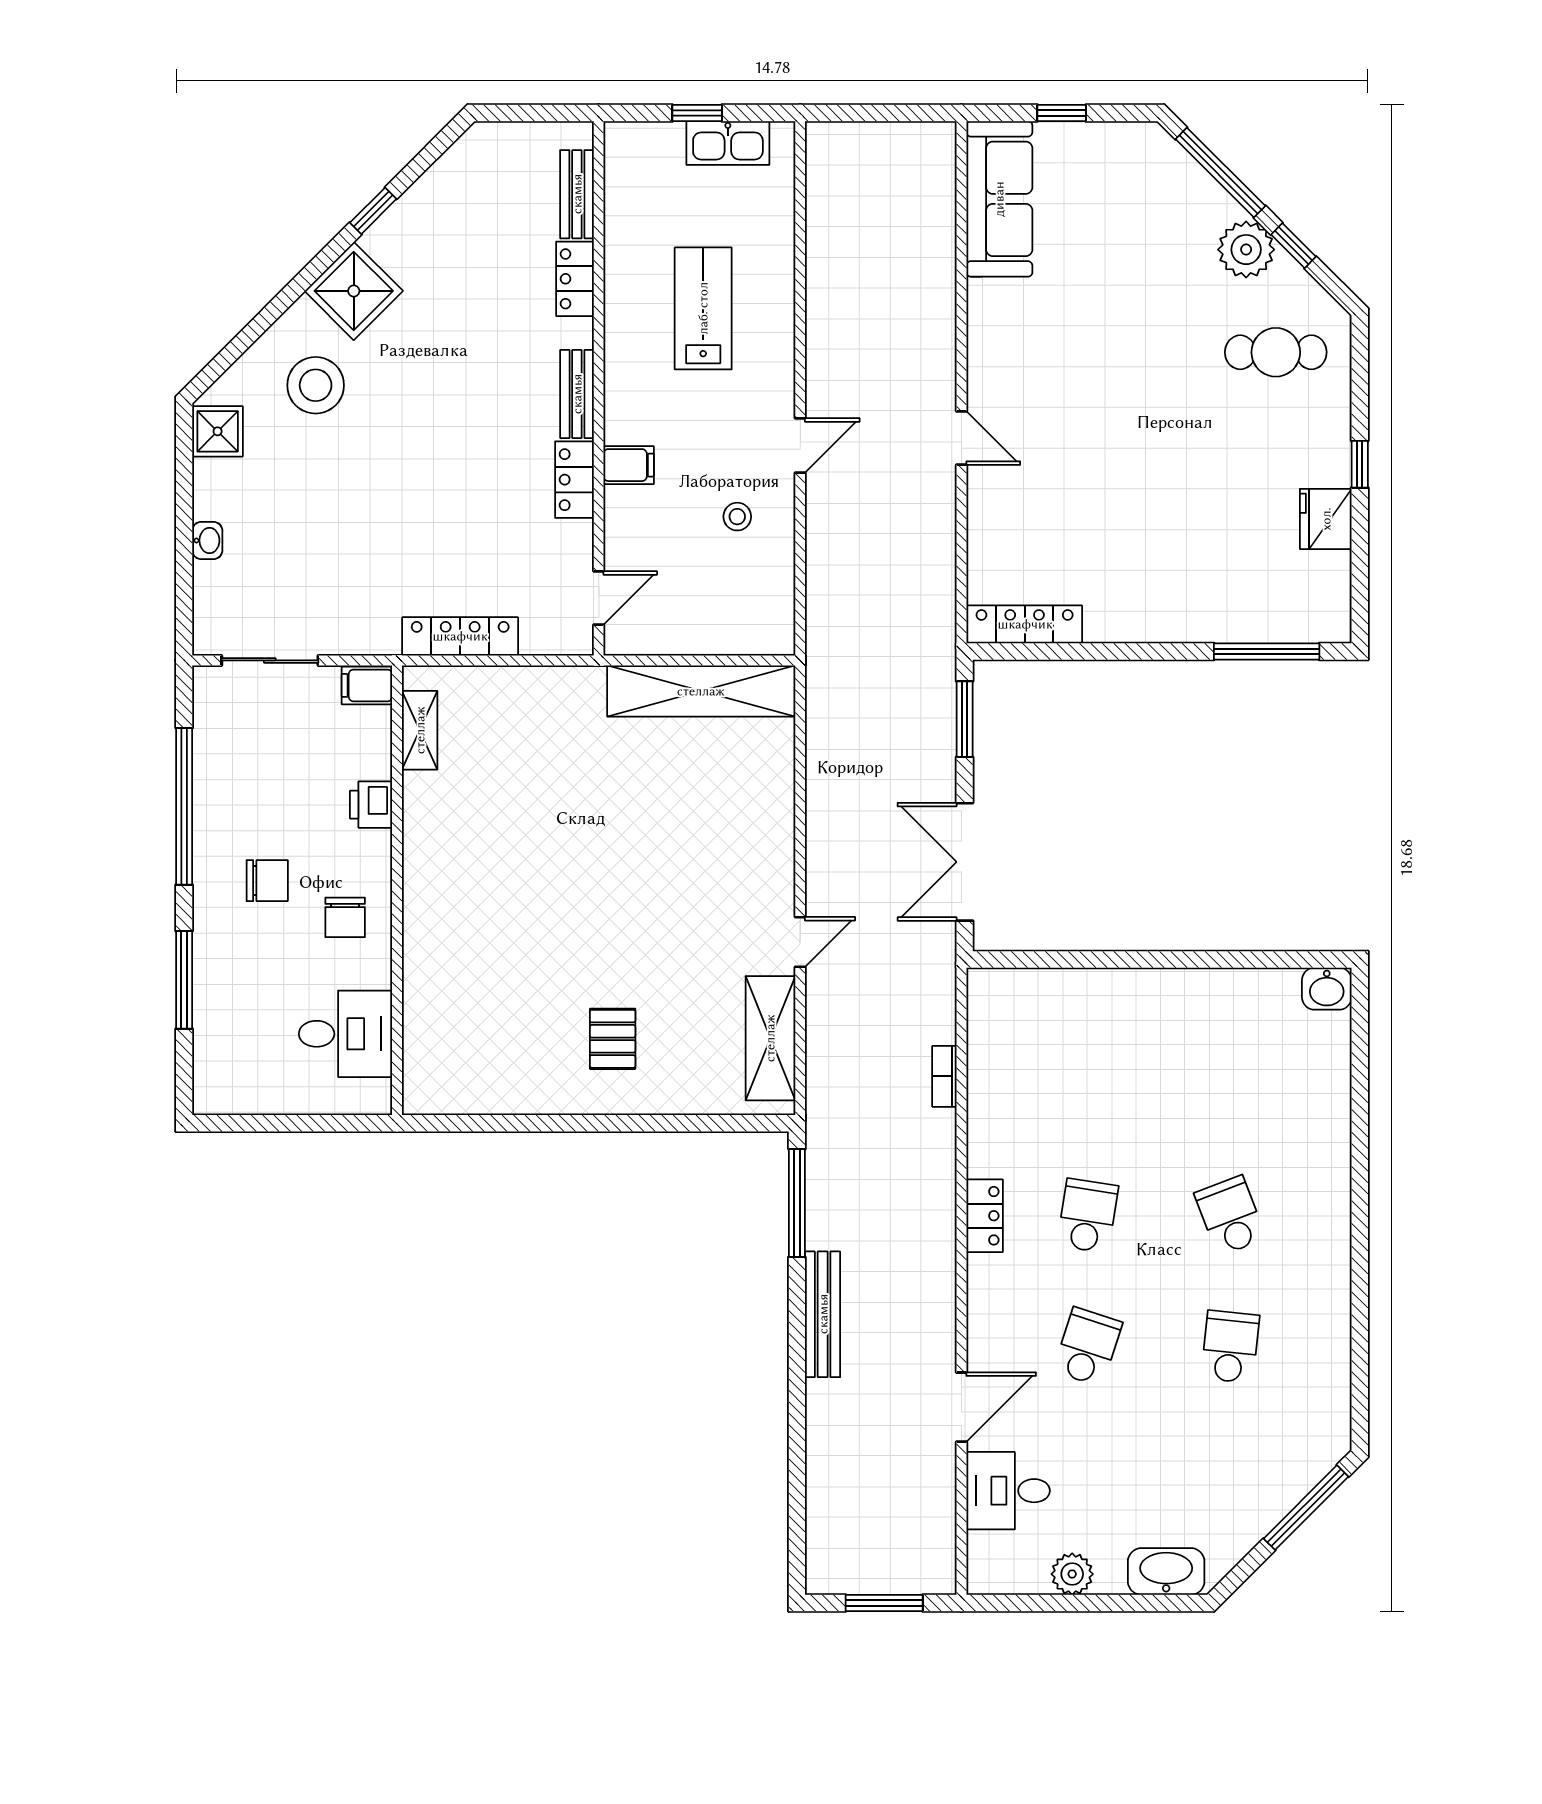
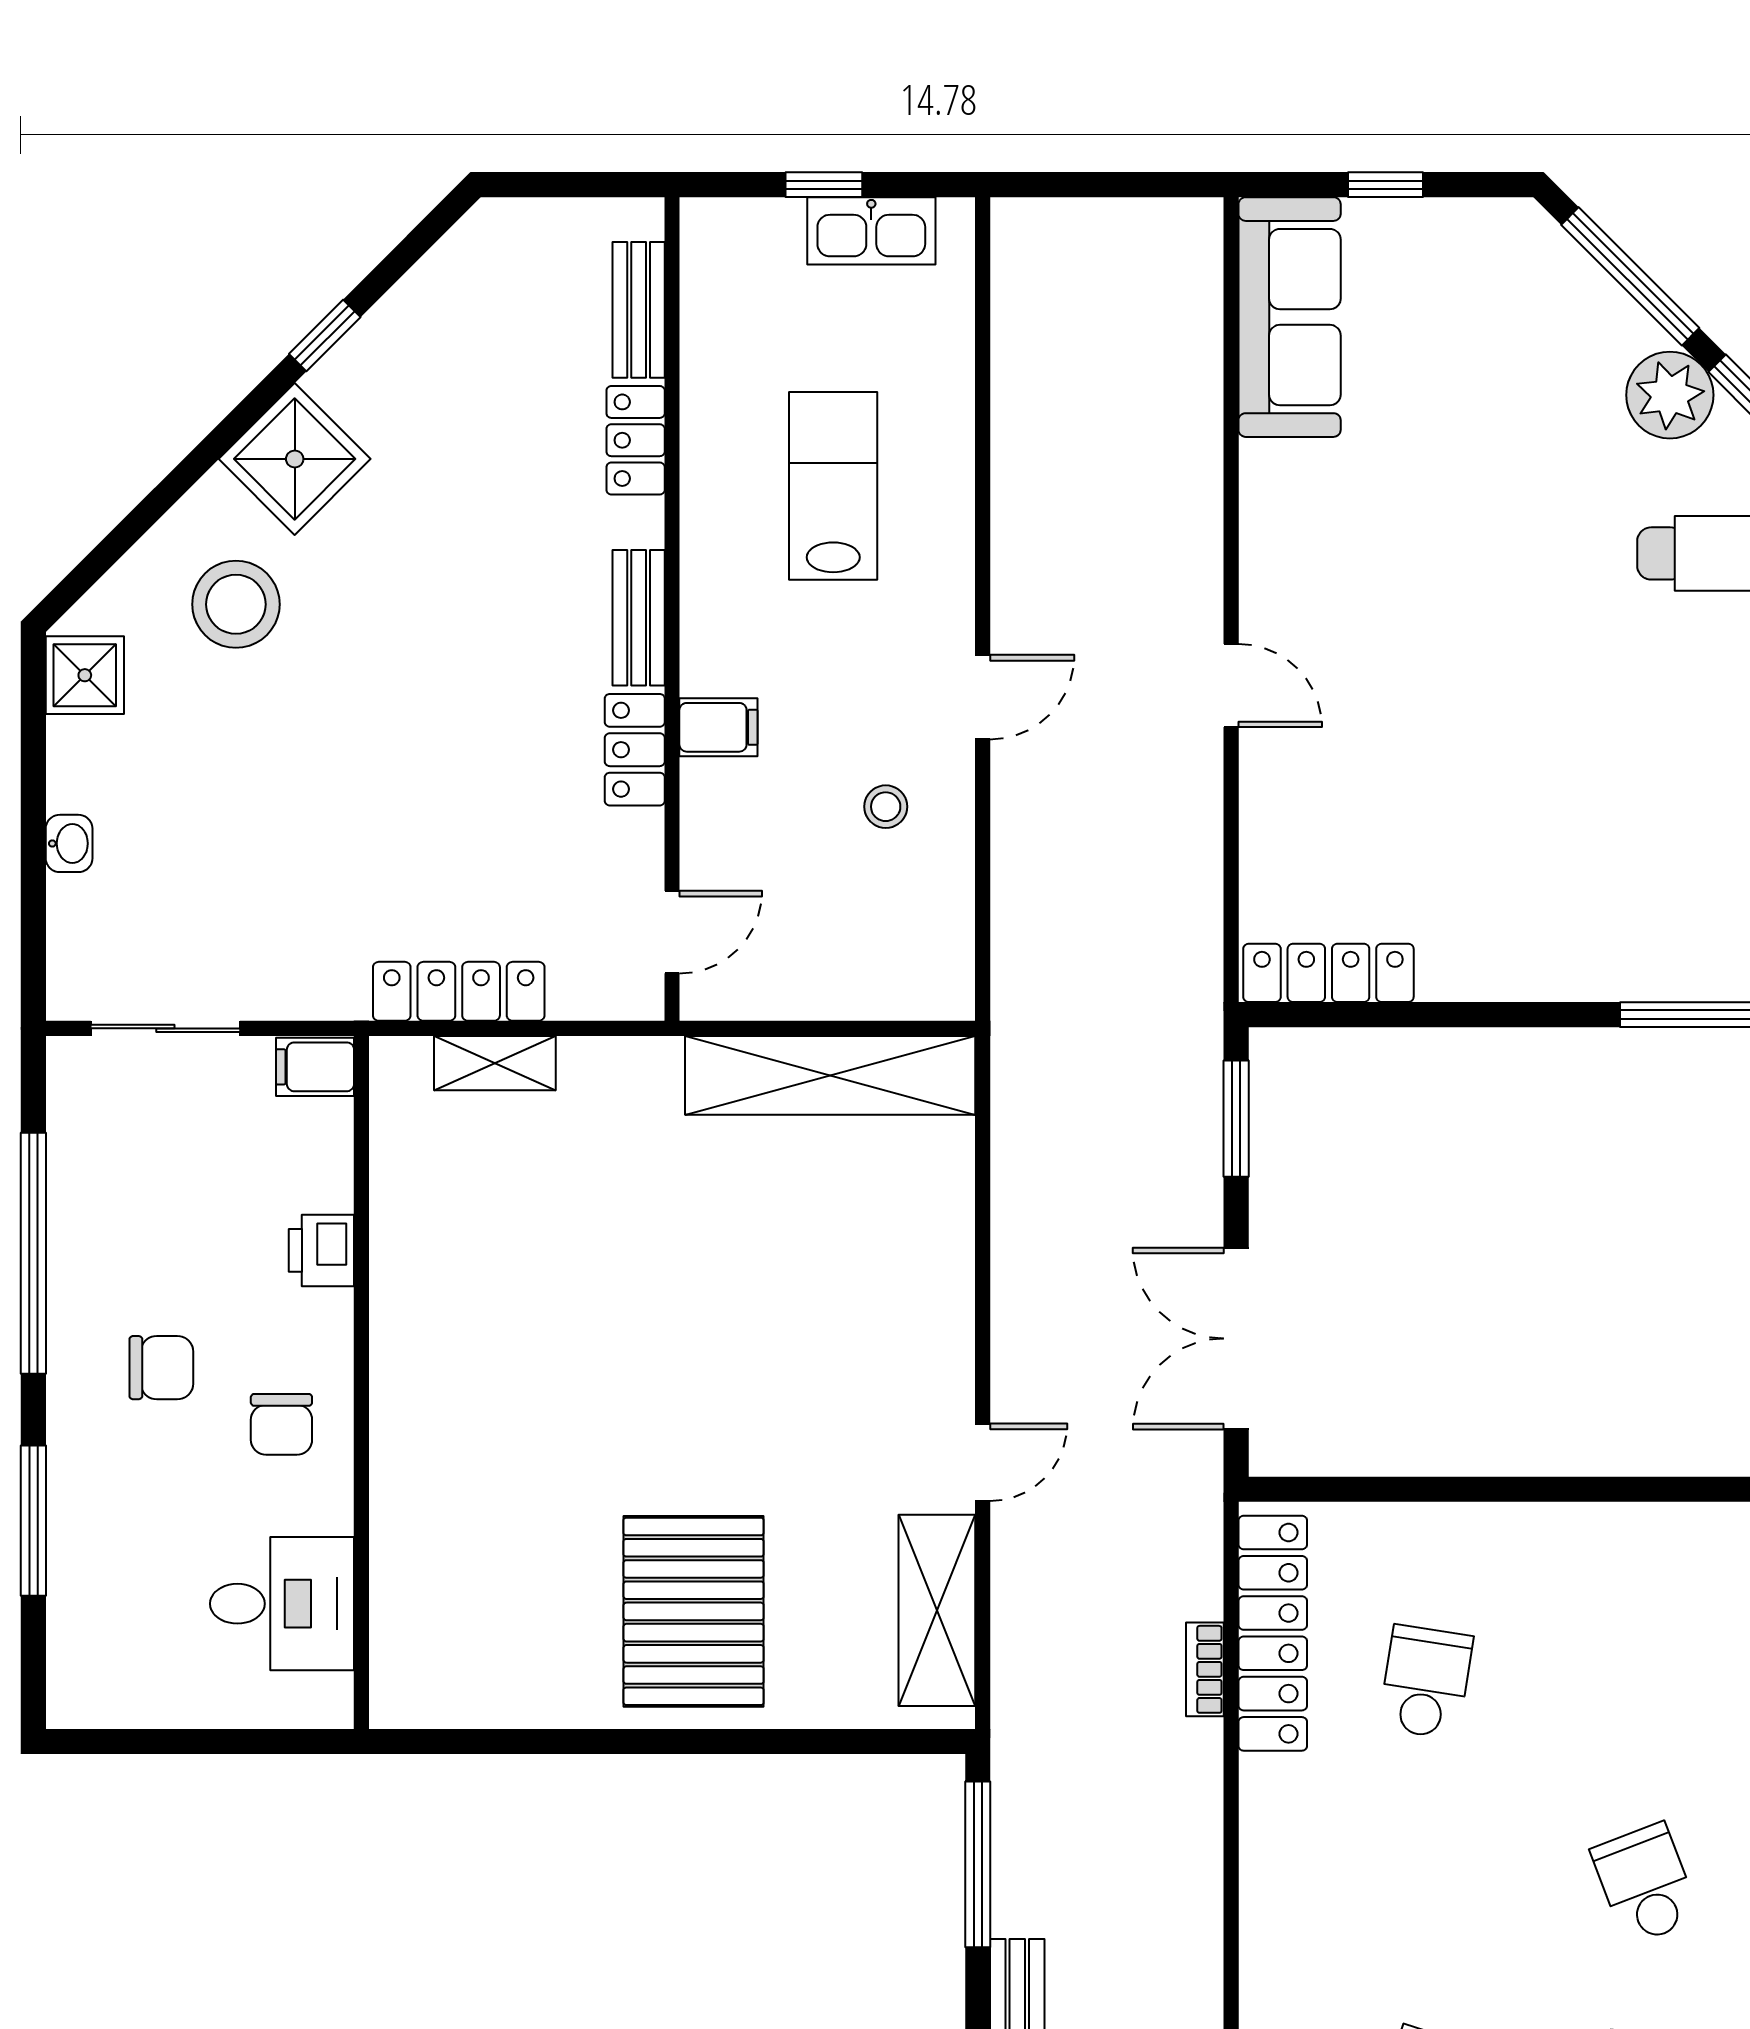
shelving: (420, 730) -> (495, 1063), moved, turned 90
pallet: (613, 1039) -> (694, 1611), width x2.05, depth x2.00
locker: (985, 1216) -> (1273, 1633), moved, width x2.16, depth x1.21
school desk: (1088, 1216) -> (1426, 1682), moved

